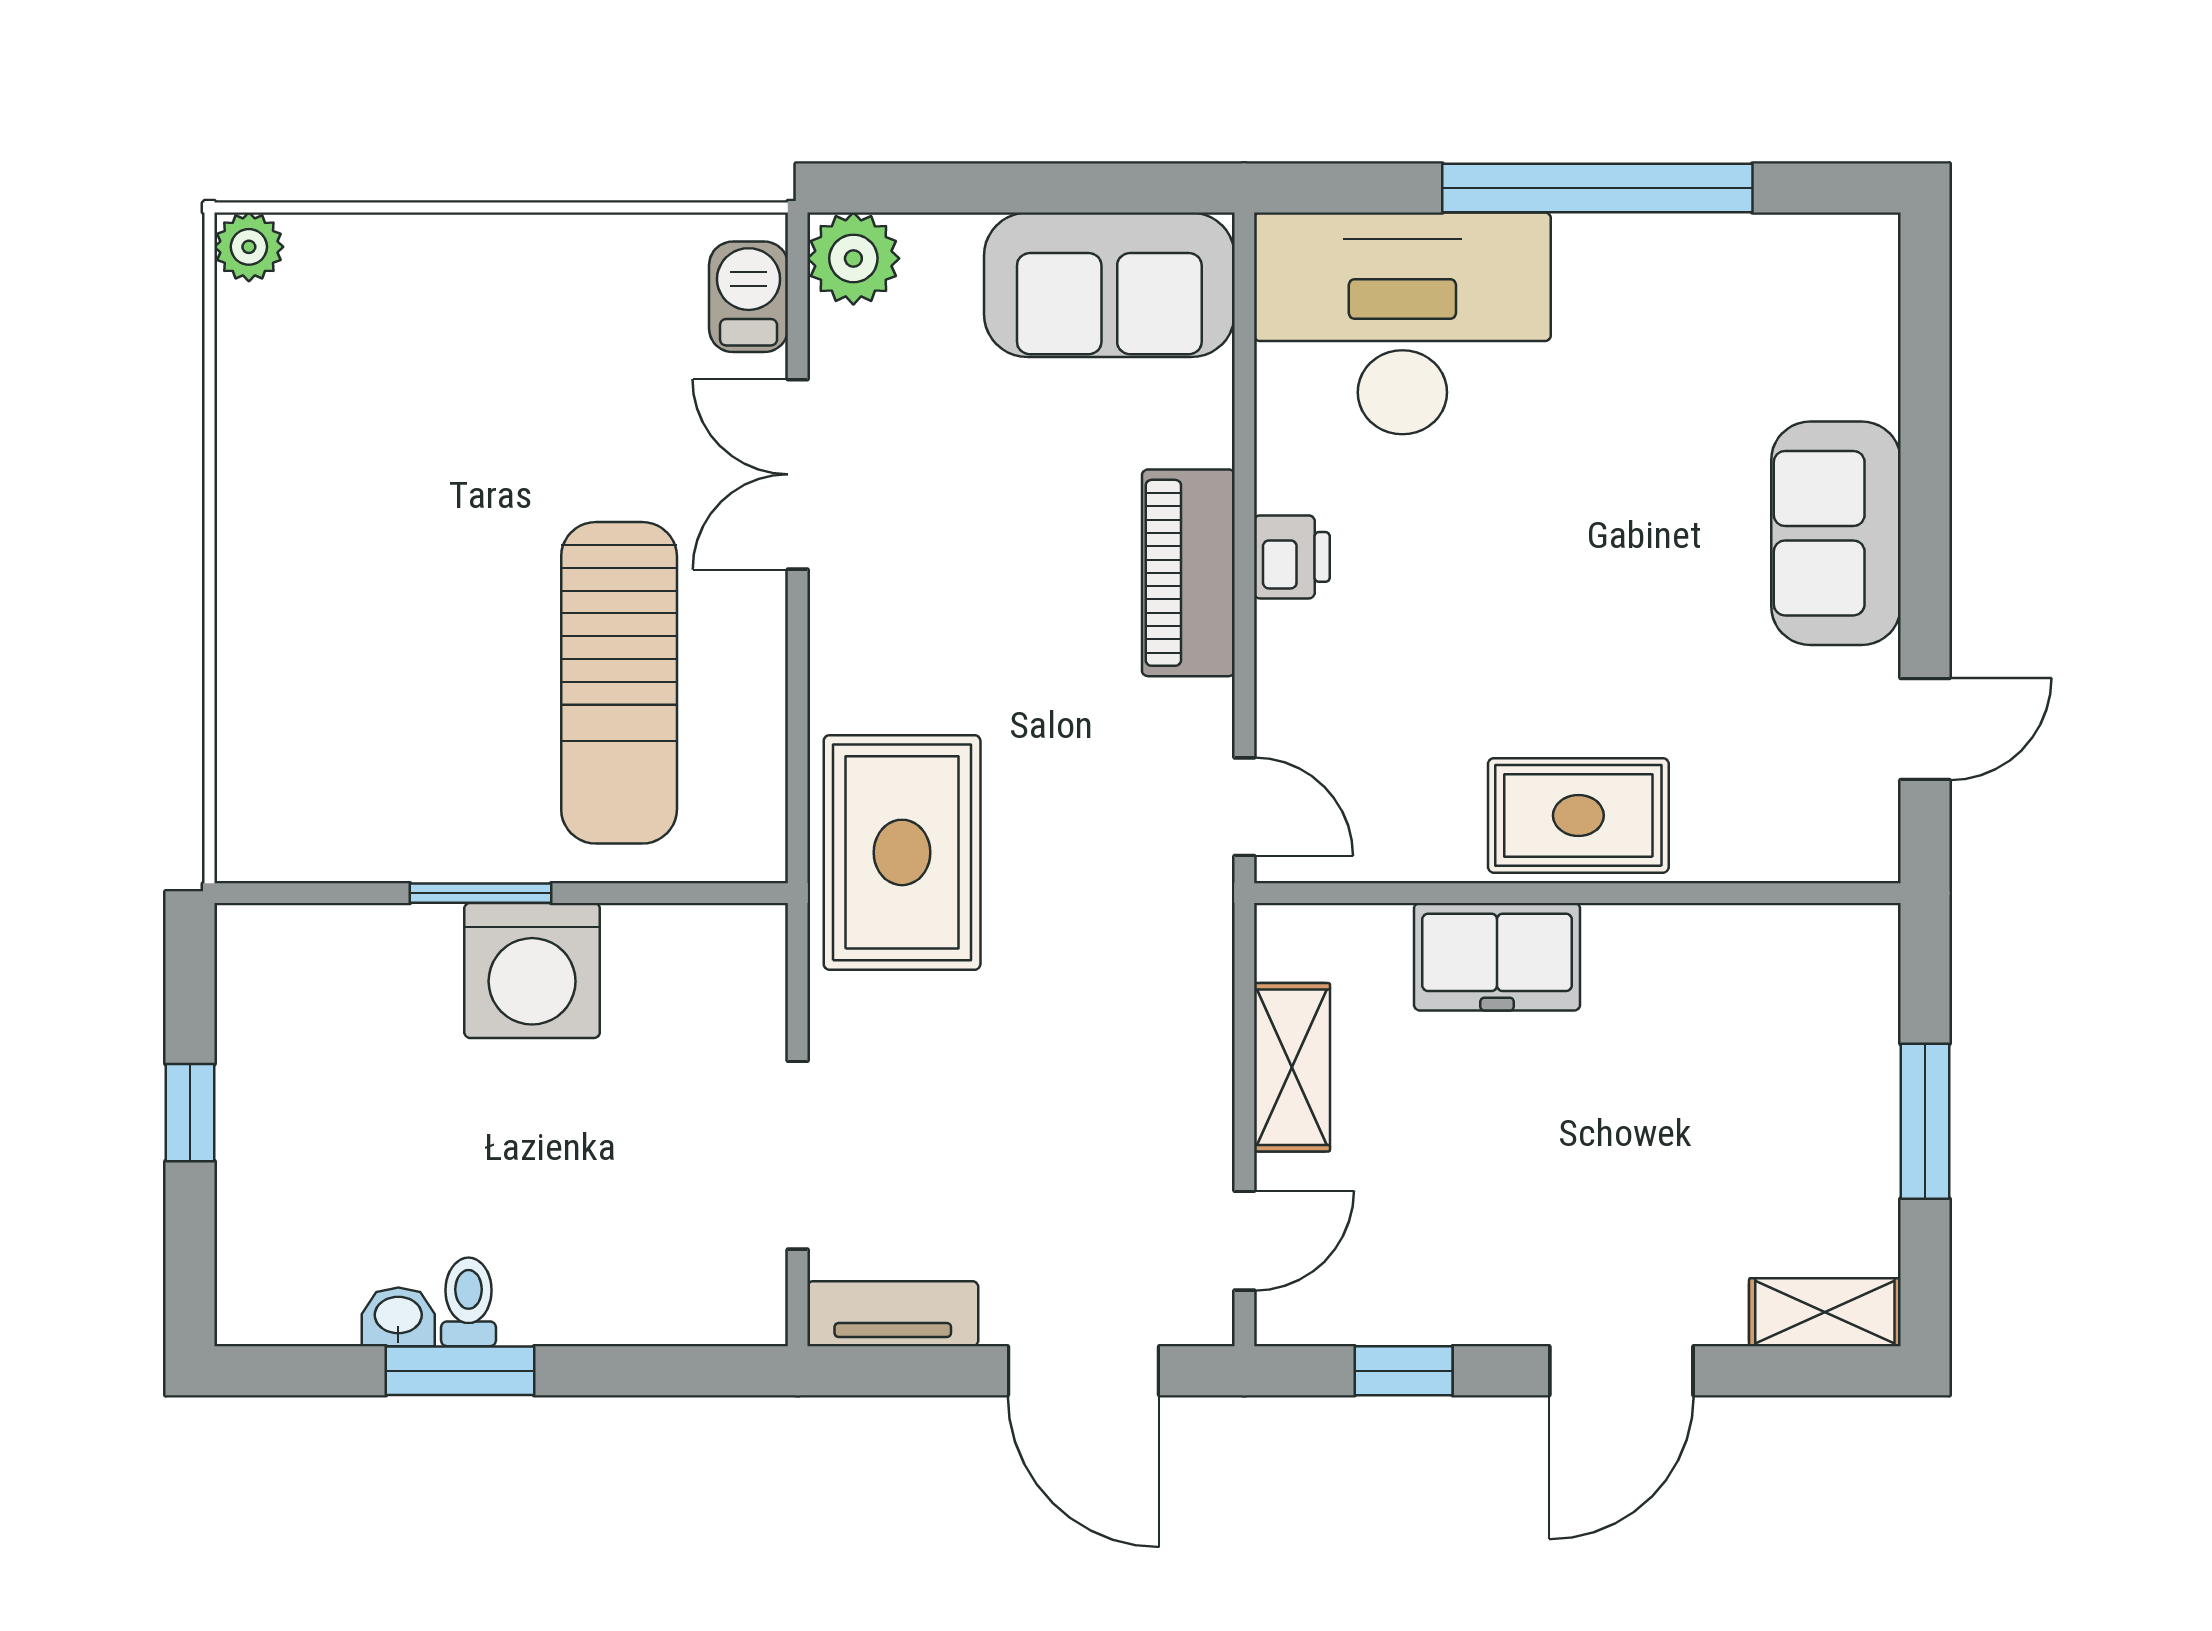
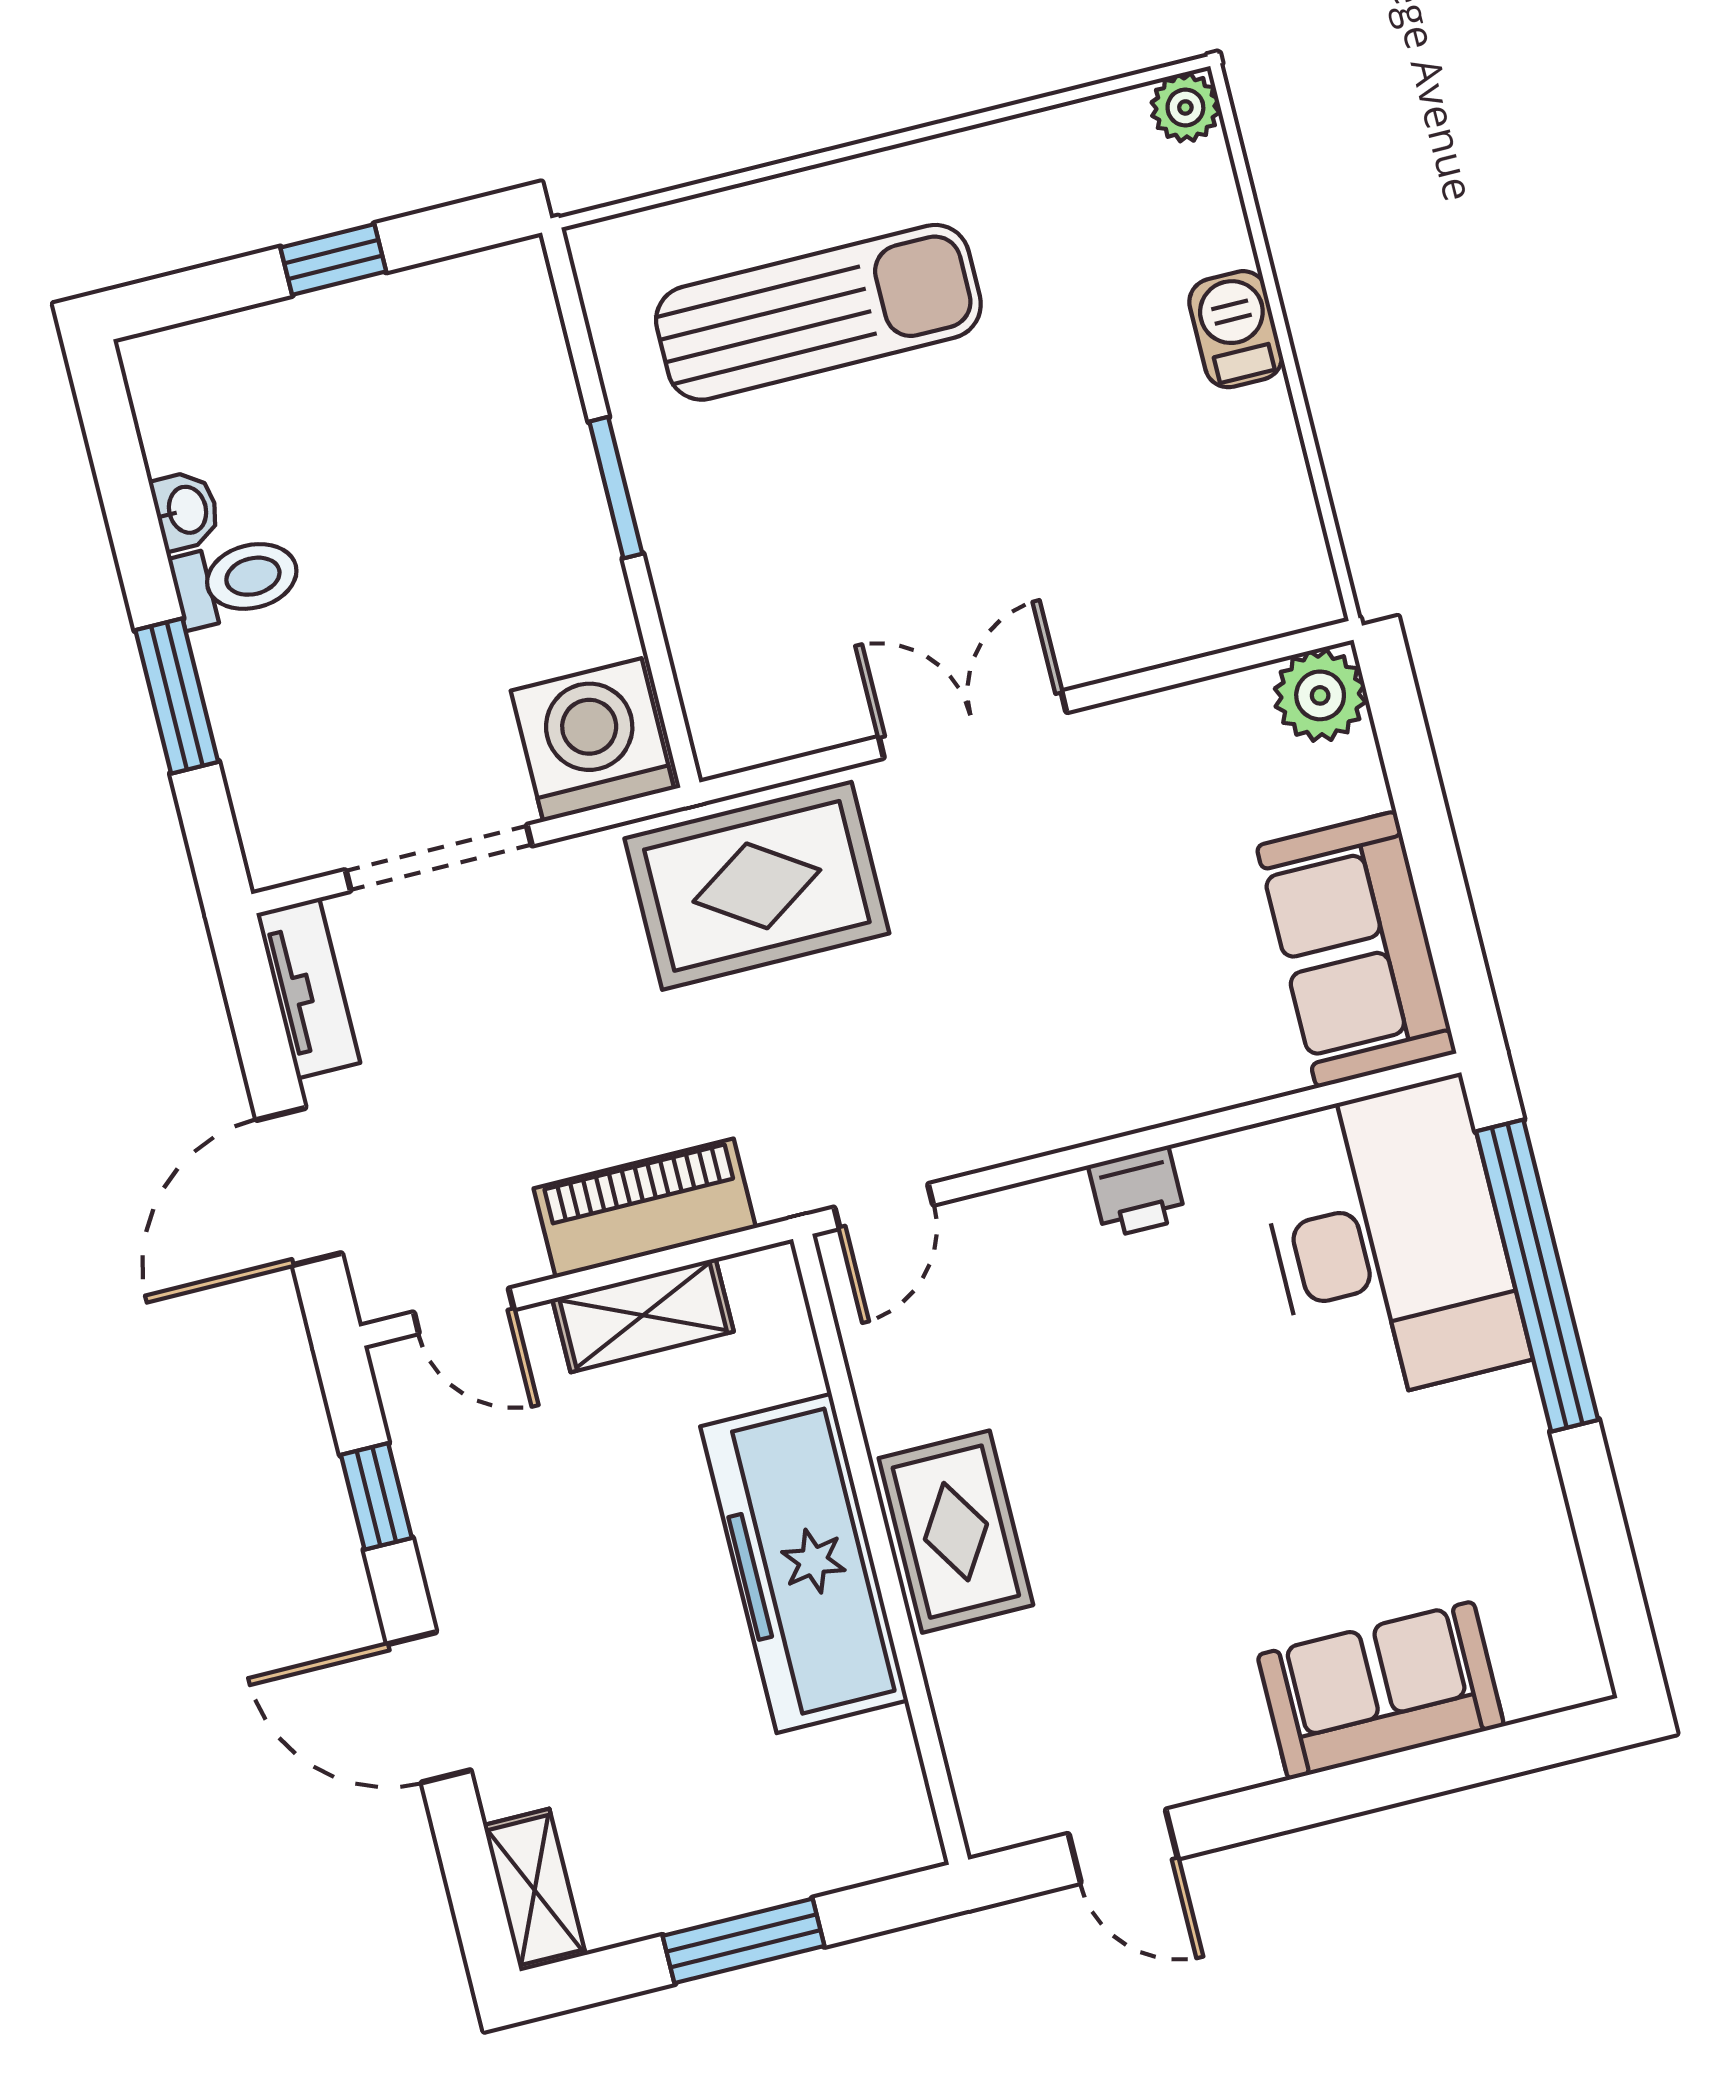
window: (1597, 188) -> (1537, 1276), moved
barbecue: (749, 297) -> (1236, 329), moved, turned -90
double door: (798, 474) -> (973, 725), moved
sofa: (1836, 533) -> (1381, 1690), moved
piano: (1188, 573) -> (645, 1208), moved
sun lounger: (619, 683) -> (818, 312), moved, turned 180
freezer: (1497, 957) -> (804, 1563), width x1.91, depth x1.26
washing machine: (532, 970) -> (592, 740), moved, turned 90
toilet: (469, 1302) -> (236, 580), width x1.37, depth x1.39
window: (460, 1371) -> (177, 696), moved

